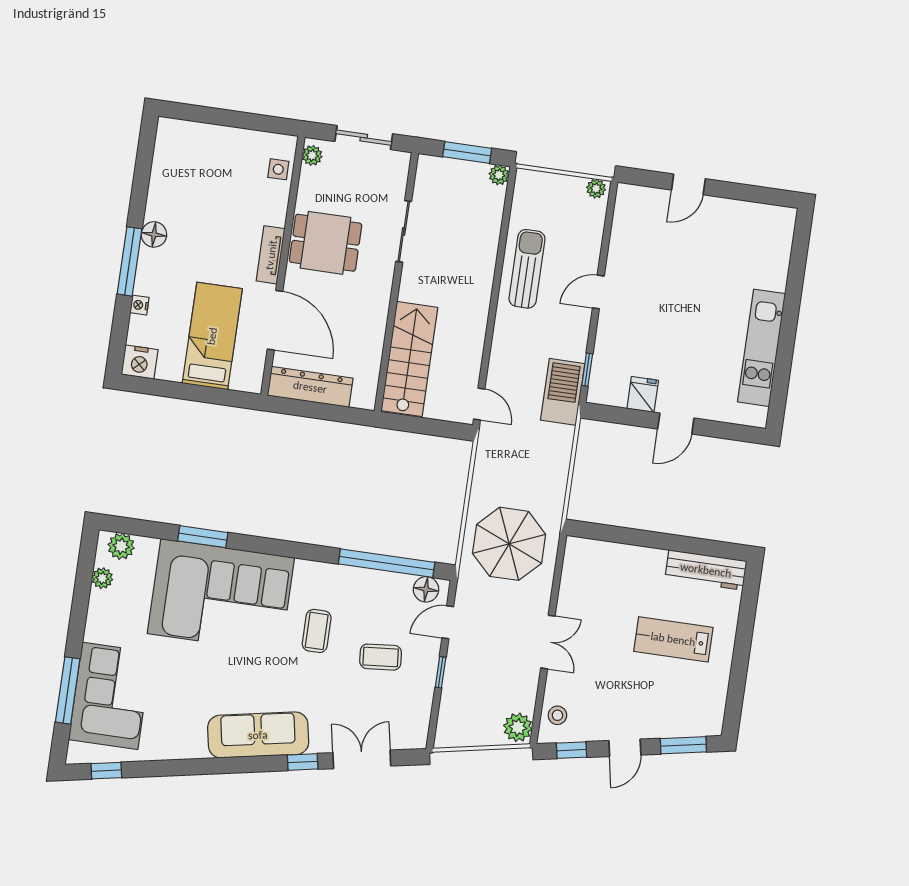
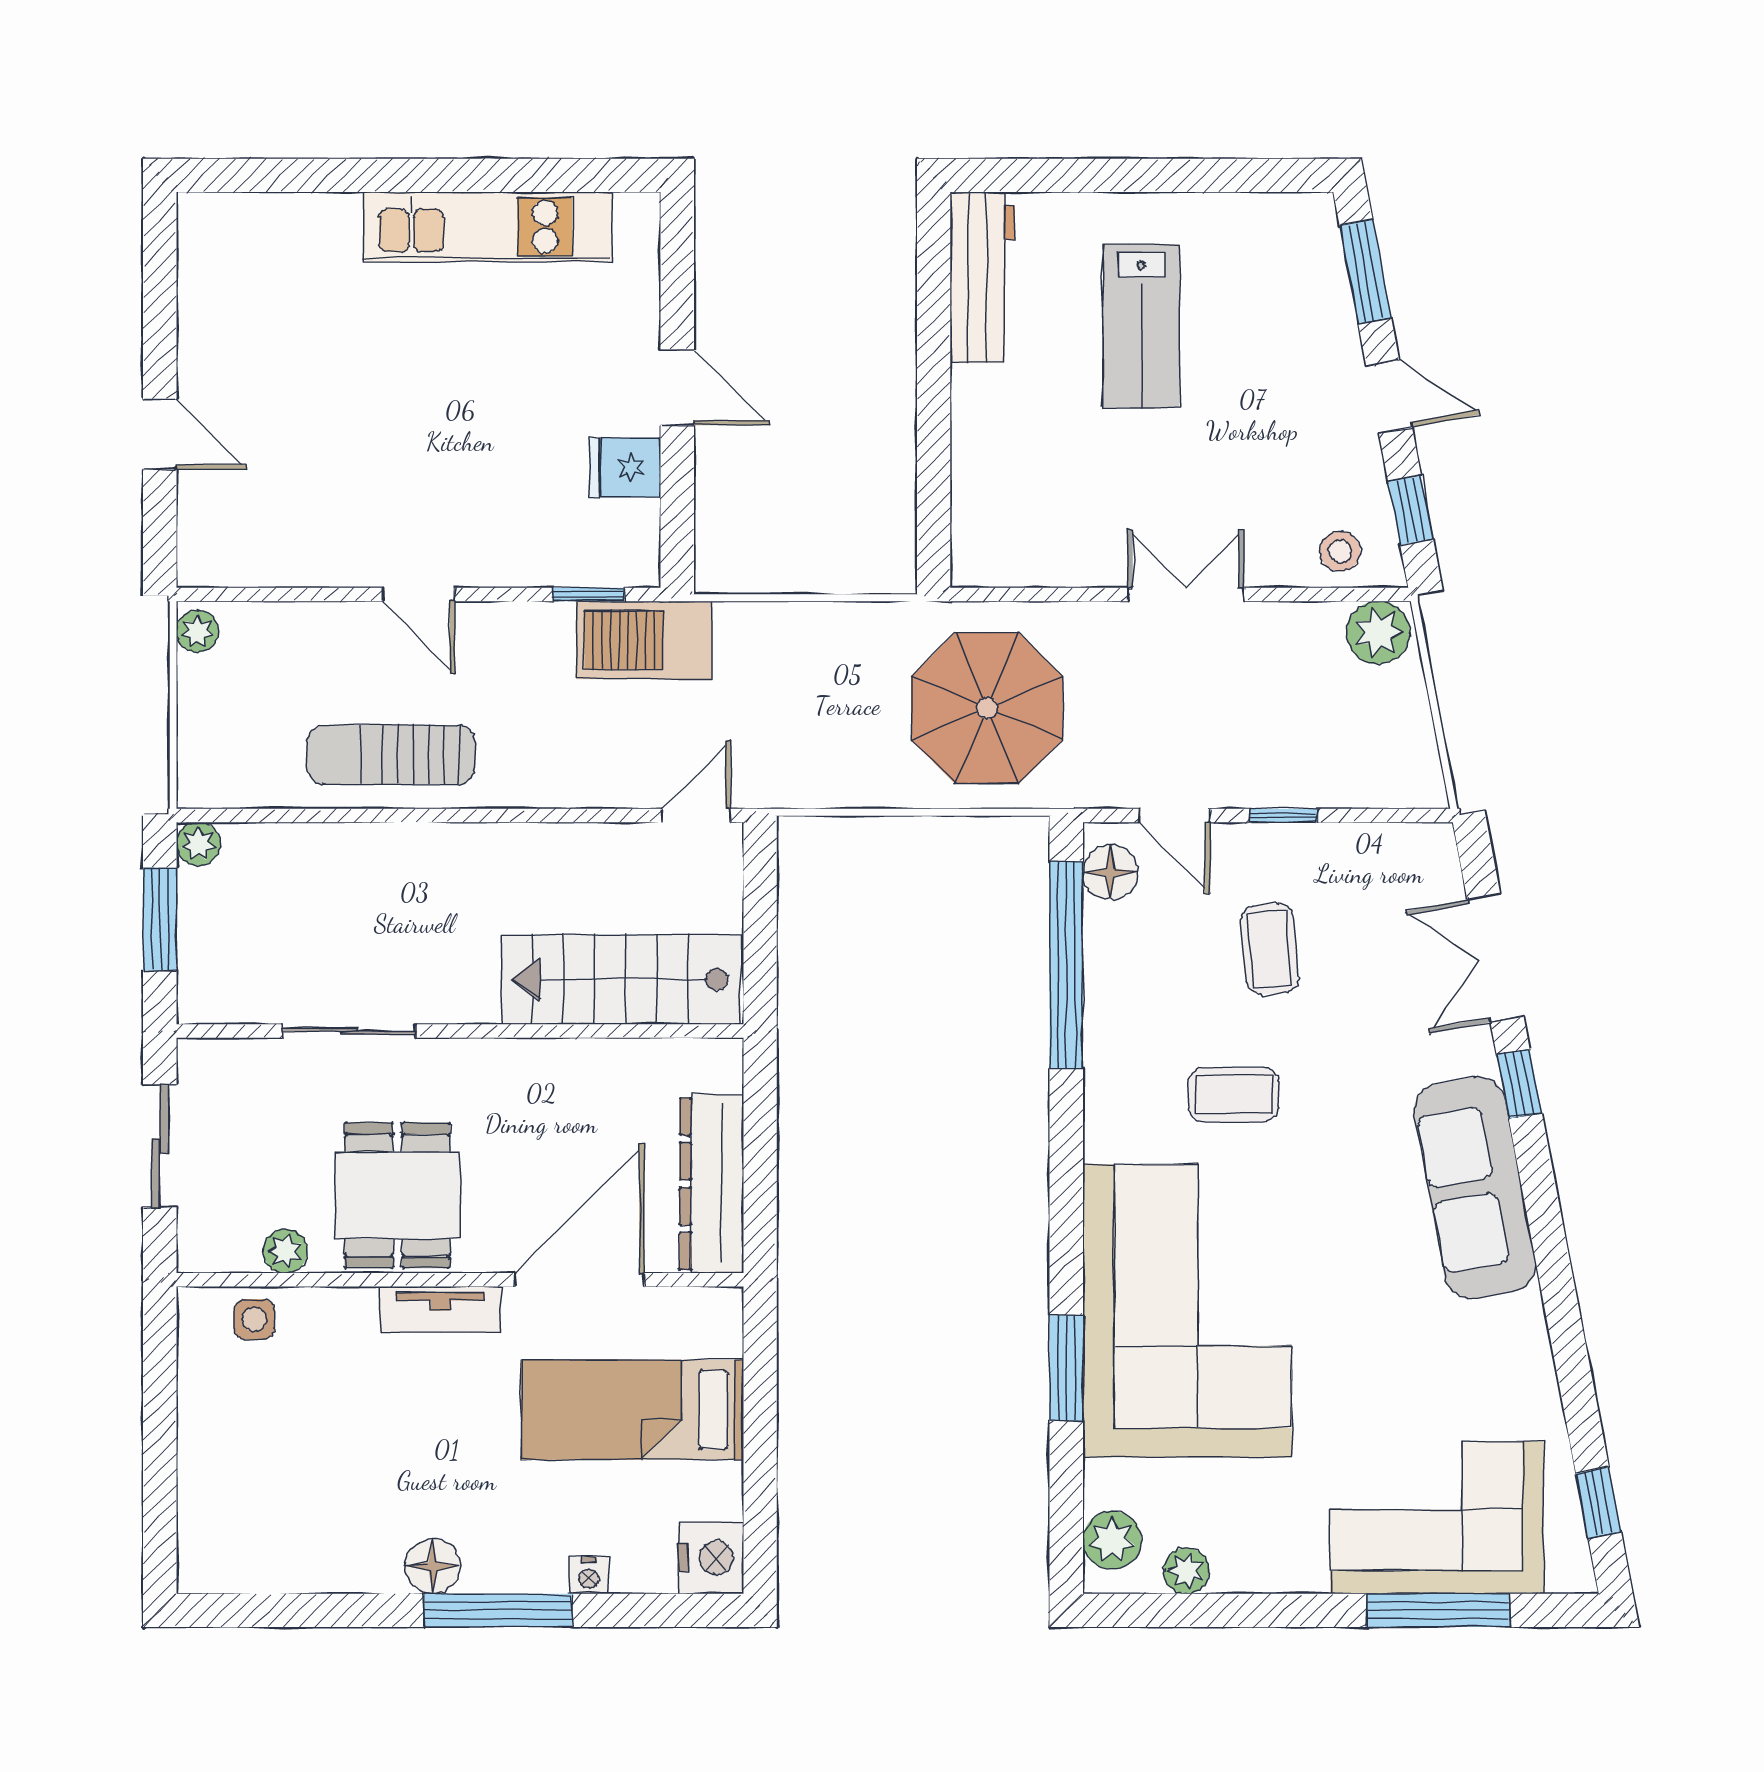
plant: (312, 155) -> (285, 1251), moved

